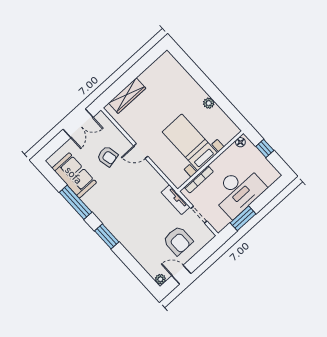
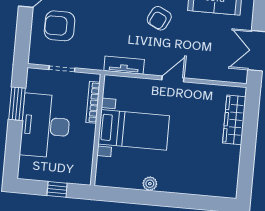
floor lamp: (240, 142) -> (86, 174), removed
armchair: (107, 156) -> (159, 18), moved, turned -52
tv unit: (175, 200) -> (124, 65), moved

